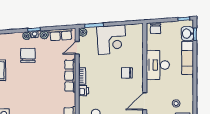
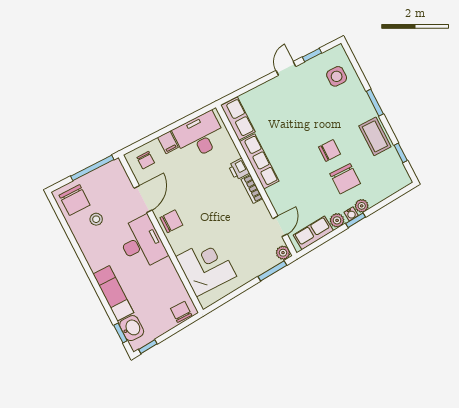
corner desk: (112, 40) -> (206, 266), moved, turned 94
desk: (158, 65) -> (142, 243), moved
chair: (127, 73) -> (171, 221), moved
chair: (29, 75) -> (330, 150), added
row of seats: (70, 76) -> (259, 161), moved

